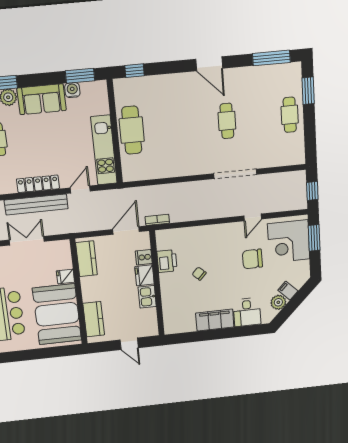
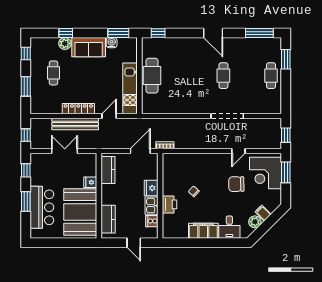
cooker: (144, 257) -> (152, 221), moved
printer: (167, 261) -> (169, 204), moved

